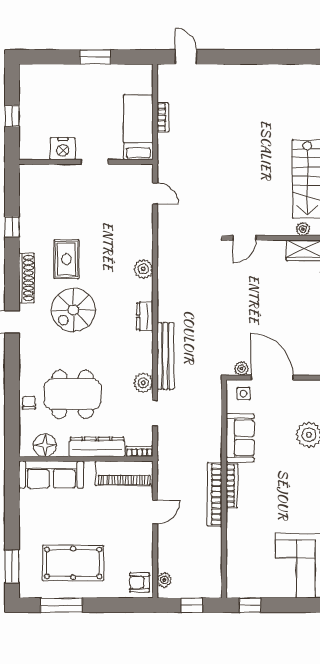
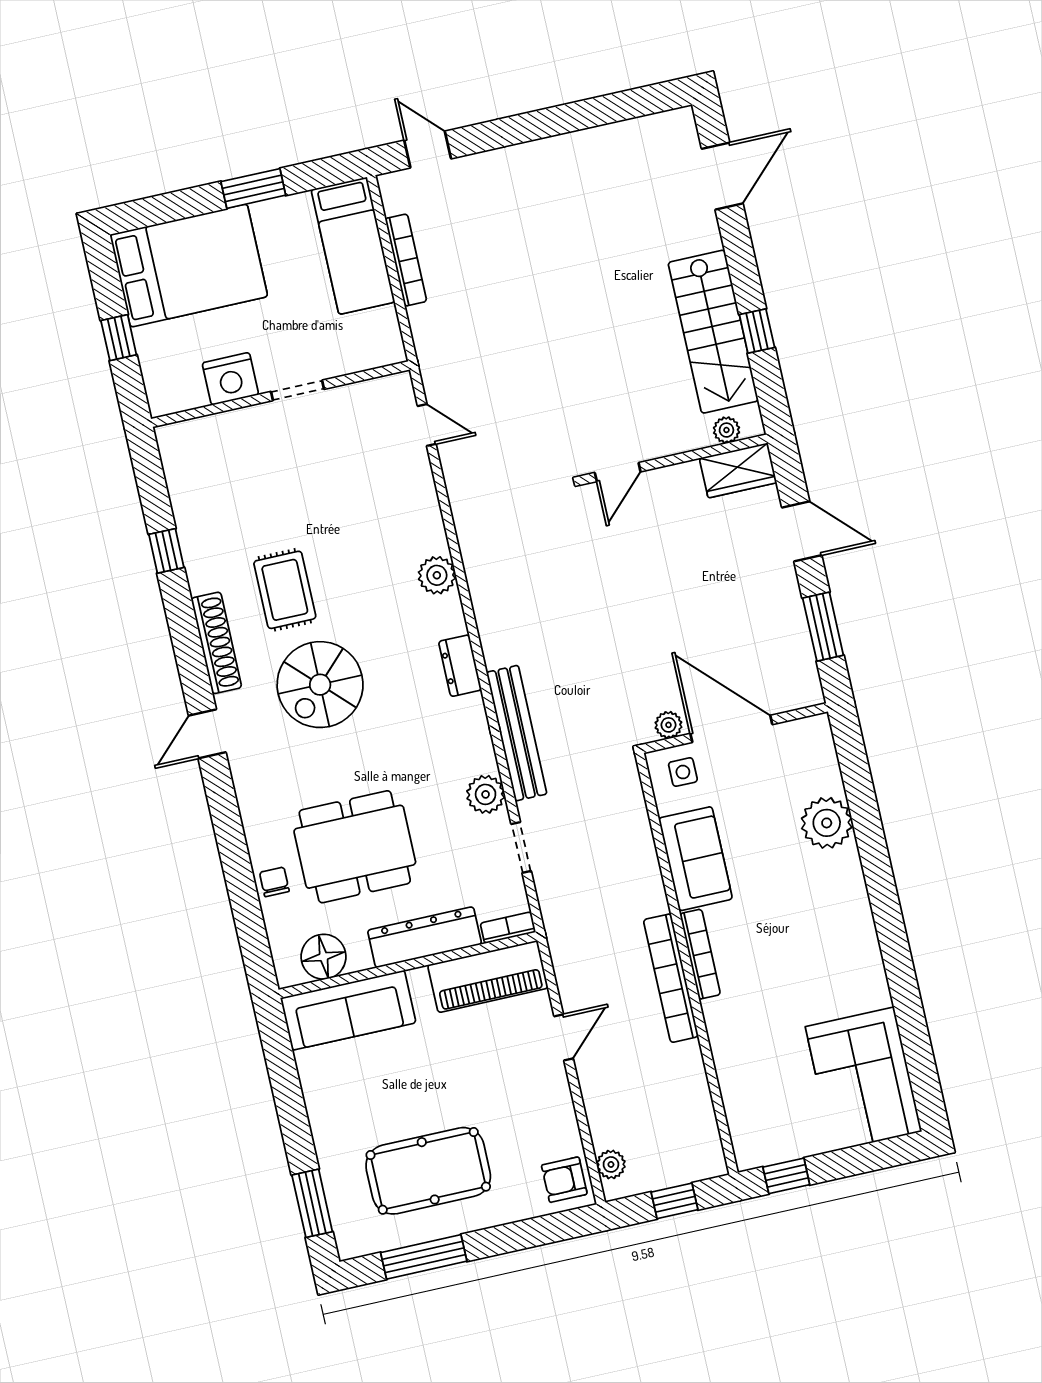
bed: (55, 88) -> (189, 266), added
bookcase: (163, 117) -> (406, 260), width x1.56
bed: (138, 127) -> (353, 246), moved, turned 180

